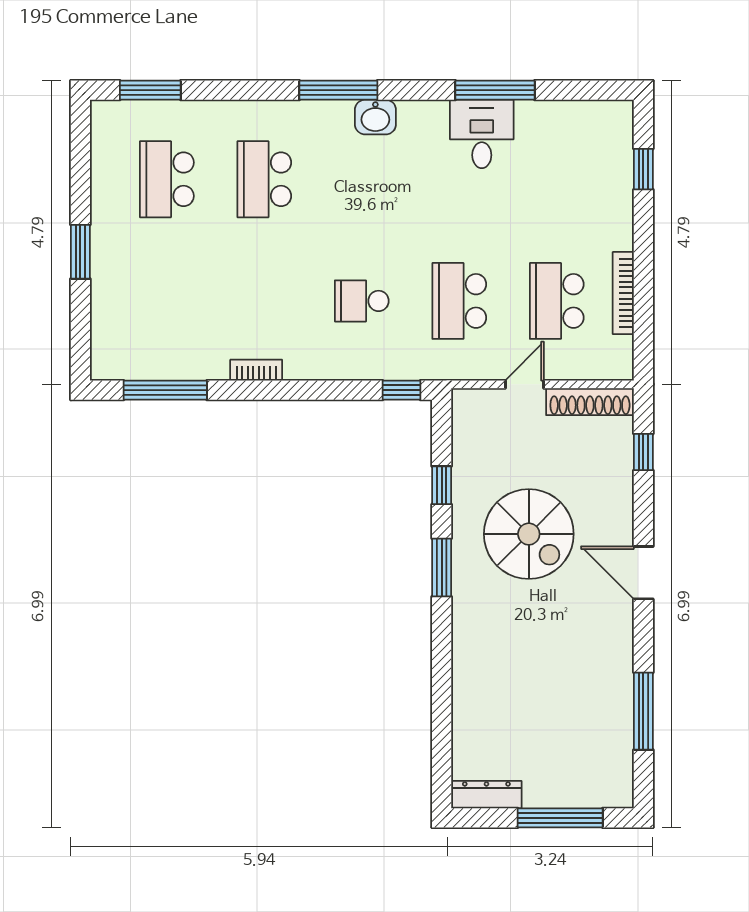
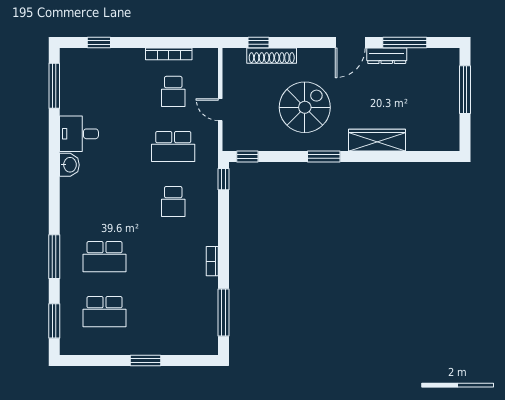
window: (338, 90) -> (54, 257), moved
window: (495, 90) -> (54, 86), moved
washbasin: (375, 117) -> (69, 165), moved
school desk: (557, 301) -> (173, 91), width x0.54
shoe rack: (590, 402) -> (272, 56), moved, turned 90
window: (442, 485) -> (247, 156), moved
door: (643, 573) -> (350, 43), moved
wardrobe: (471, 662) -> (377, 140), added
dresser: (486, 795) -> (387, 56), moved, turned -90

